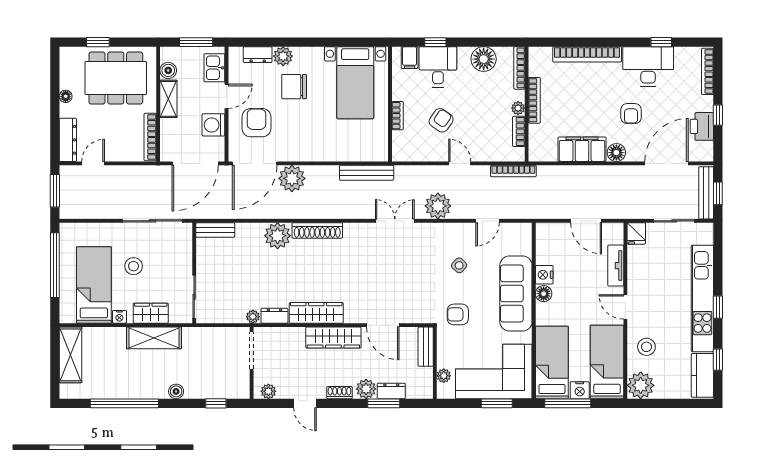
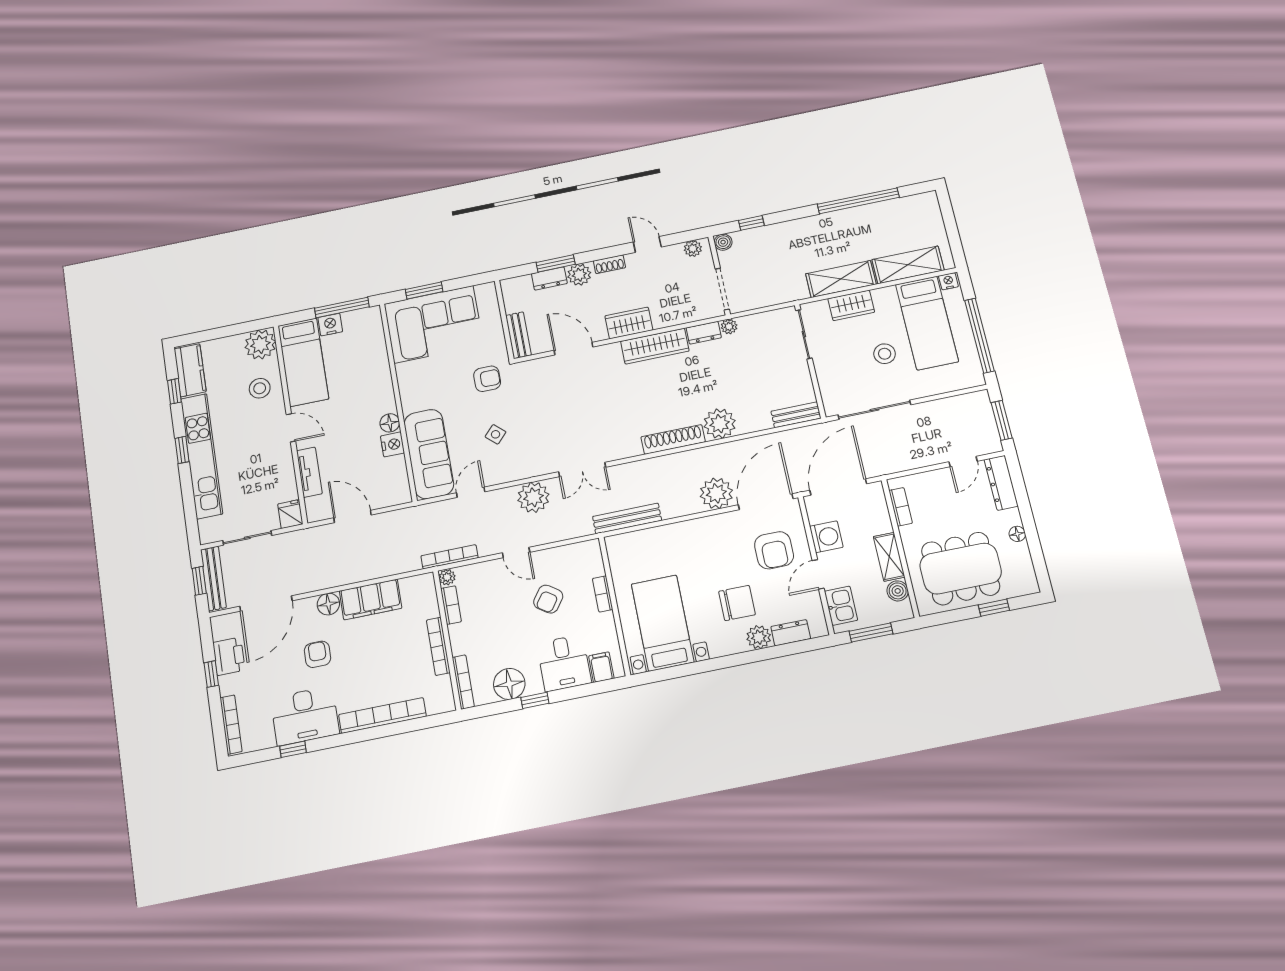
window: (435, 42) -> (535, 700), moved
plant: (518, 108) -> (447, 577), moved
bookcase: (150, 137) -> (901, 507), width x0.64
sofa: (516, 294) -> (429, 454), moved
nightstand: (119, 317) -> (948, 281), moved
wardrobe: (333, 338) -> (629, 323), width x0.67
shelving: (71, 355) -> (908, 265), moved, turned 90
bed: (552, 362) -> (367, 348), removed
plant: (444, 376) -> (491, 308), removed
boiler: (176, 391) -> (723, 242), moved

